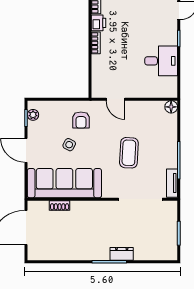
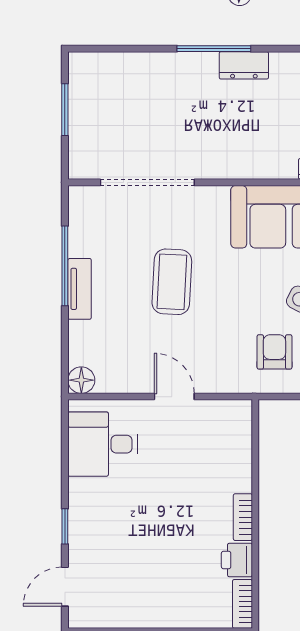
desk: (161, 61) -> (103, 444), moved
door: (115, 99) -> (174, 397), moved
tv unit: (172, 183) -> (80, 289), moved
dresser: (122, 254) -> (244, 65), moved

